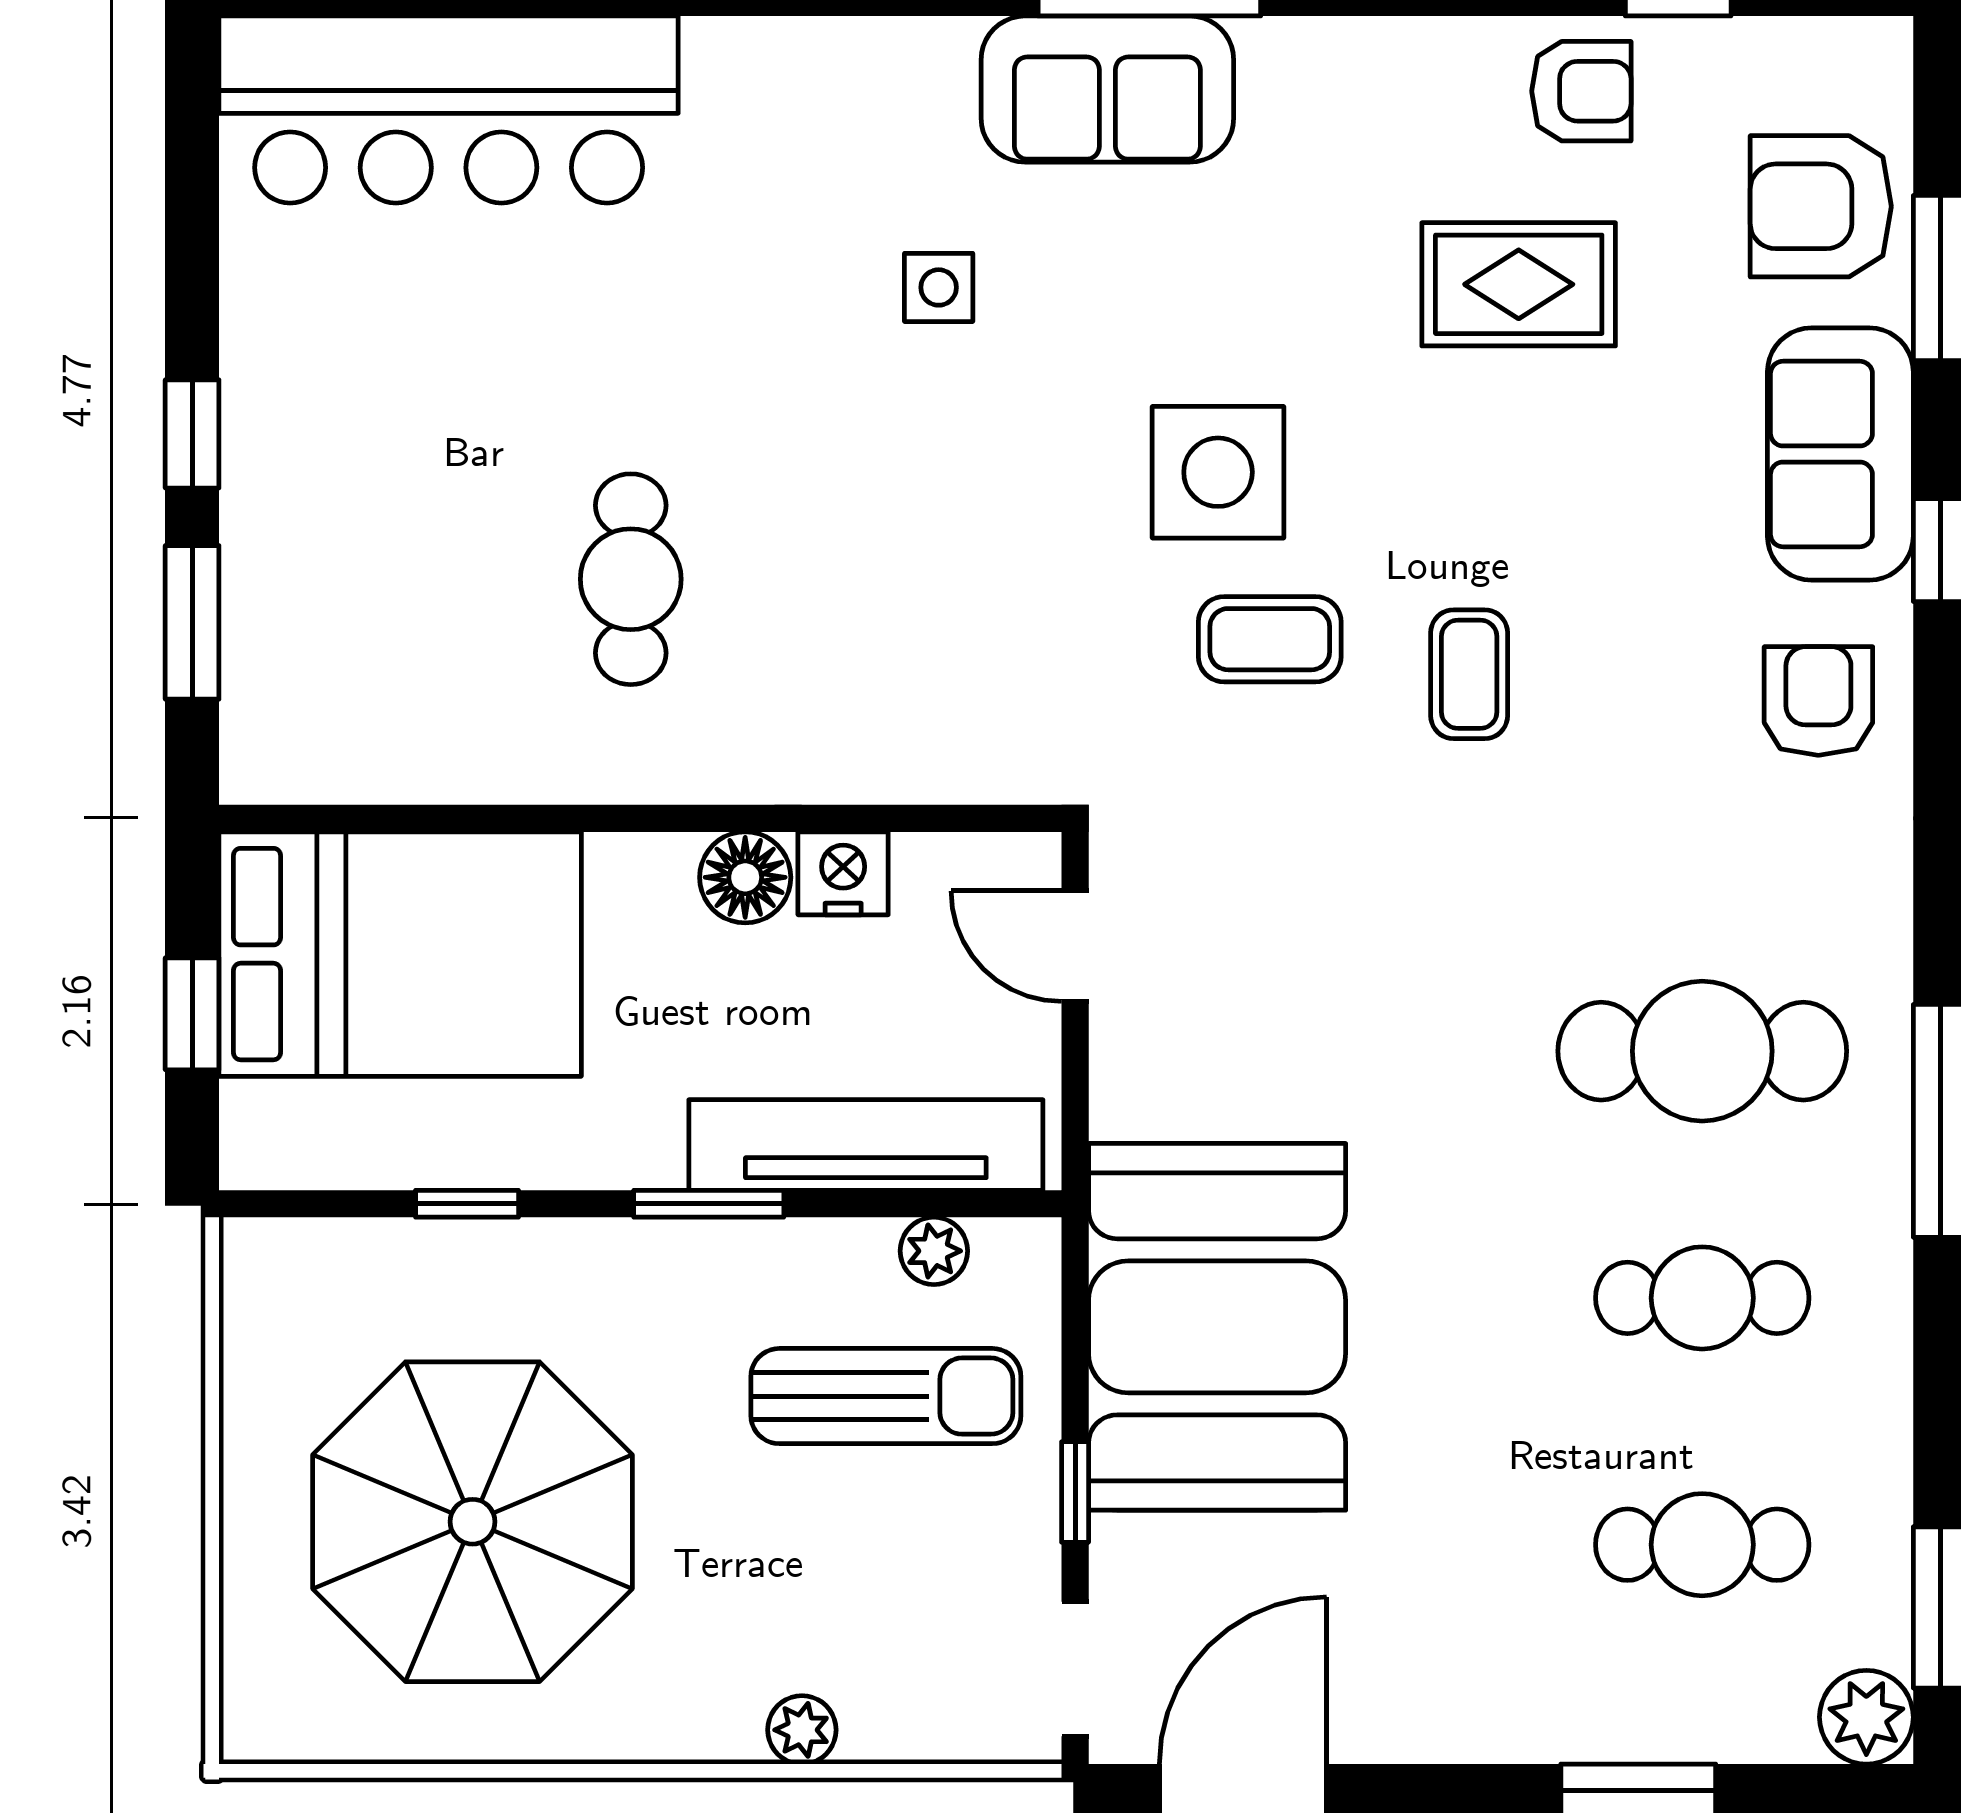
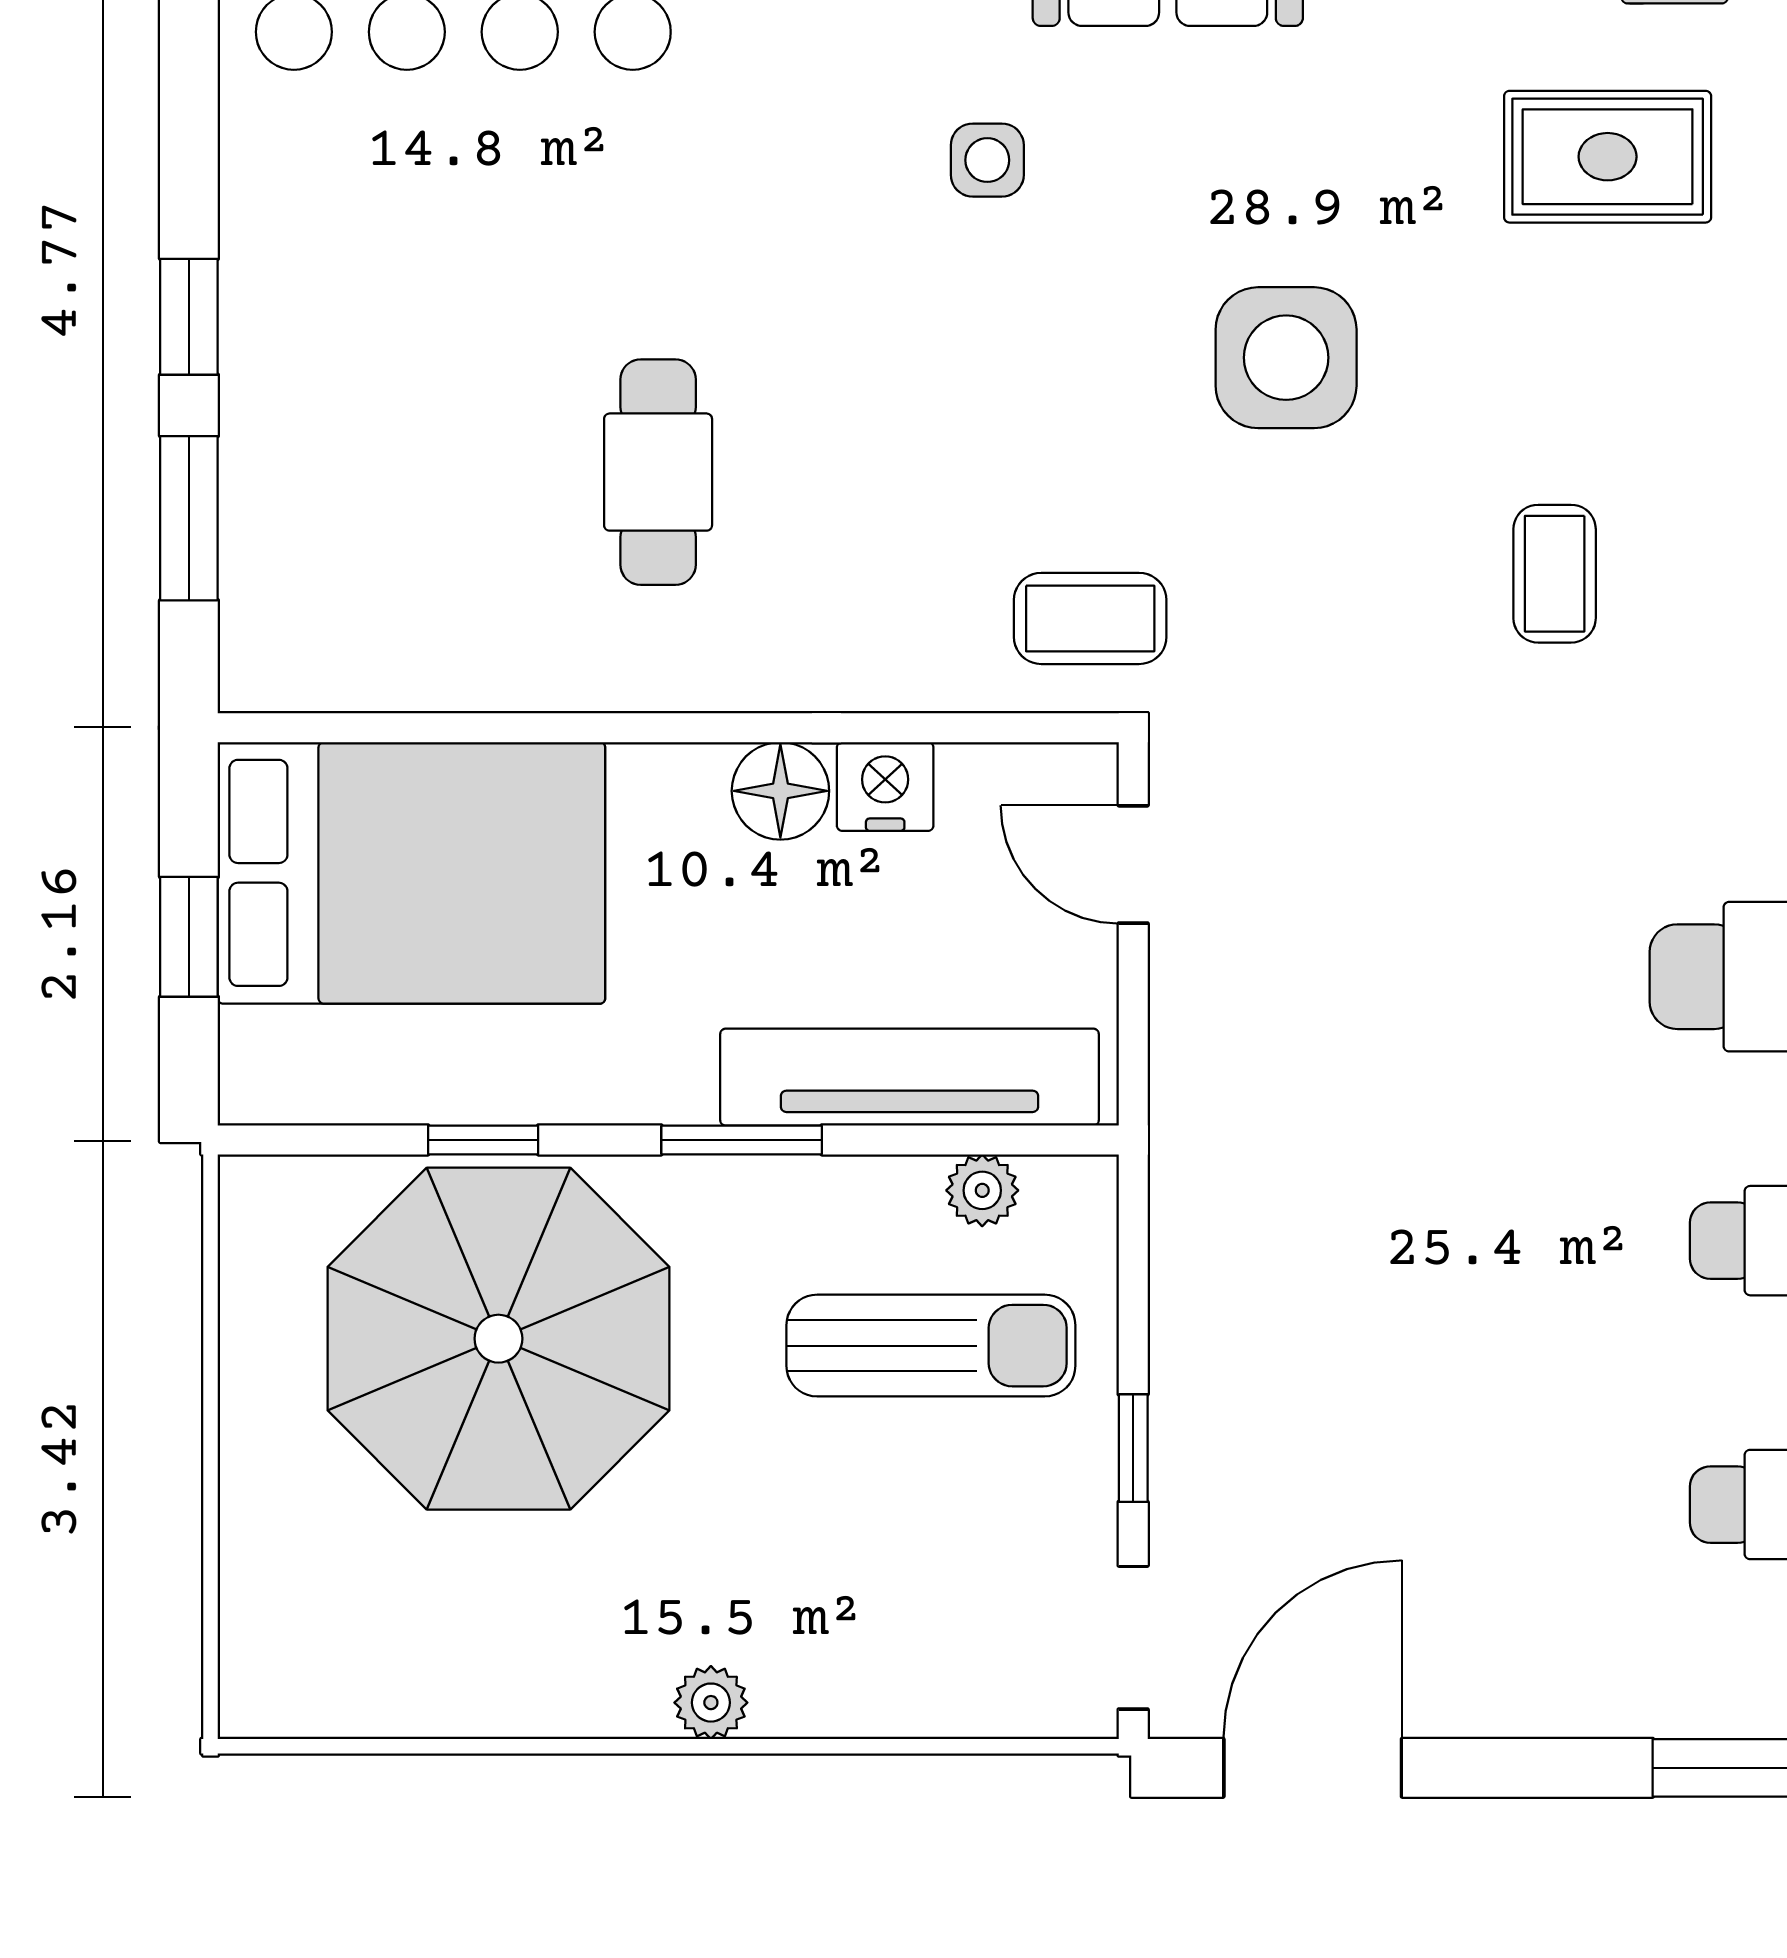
coffee table: (1270, 639) -> (1090, 618), moved
booth: (1217, 1327) -> (1285, 1272), removed
parasol: (473, 1522) -> (498, 1339), moved
plant: (802, 1730) -> (711, 1703), moved

